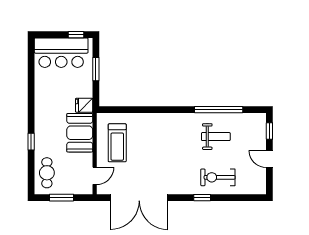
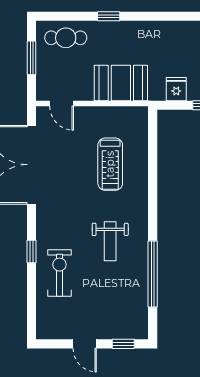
fridge: (84, 105) -> (176, 89), moved
weight bench: (216, 137) -> (110, 241), moved
treadmill: (117, 143) -> (110, 164), moved, turned -90
door: (269, 159) -> (85, 344), swing flipped

